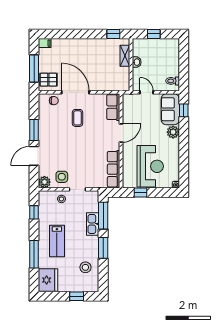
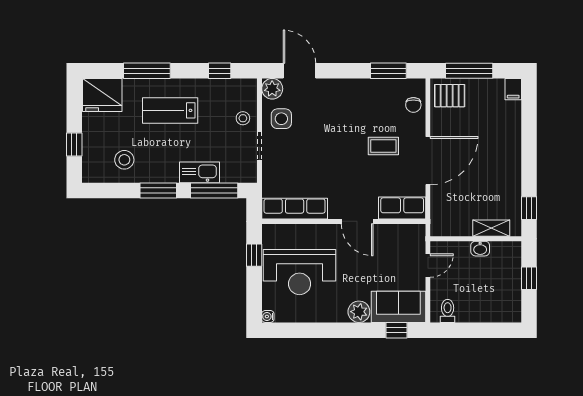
pallet: (48, 80) -> (450, 96), turned 90
door: (75, 92) -> (428, 161), moved
window: (34, 130) -> (388, 71), moved
door: (34, 156) -> (299, 71), moved

